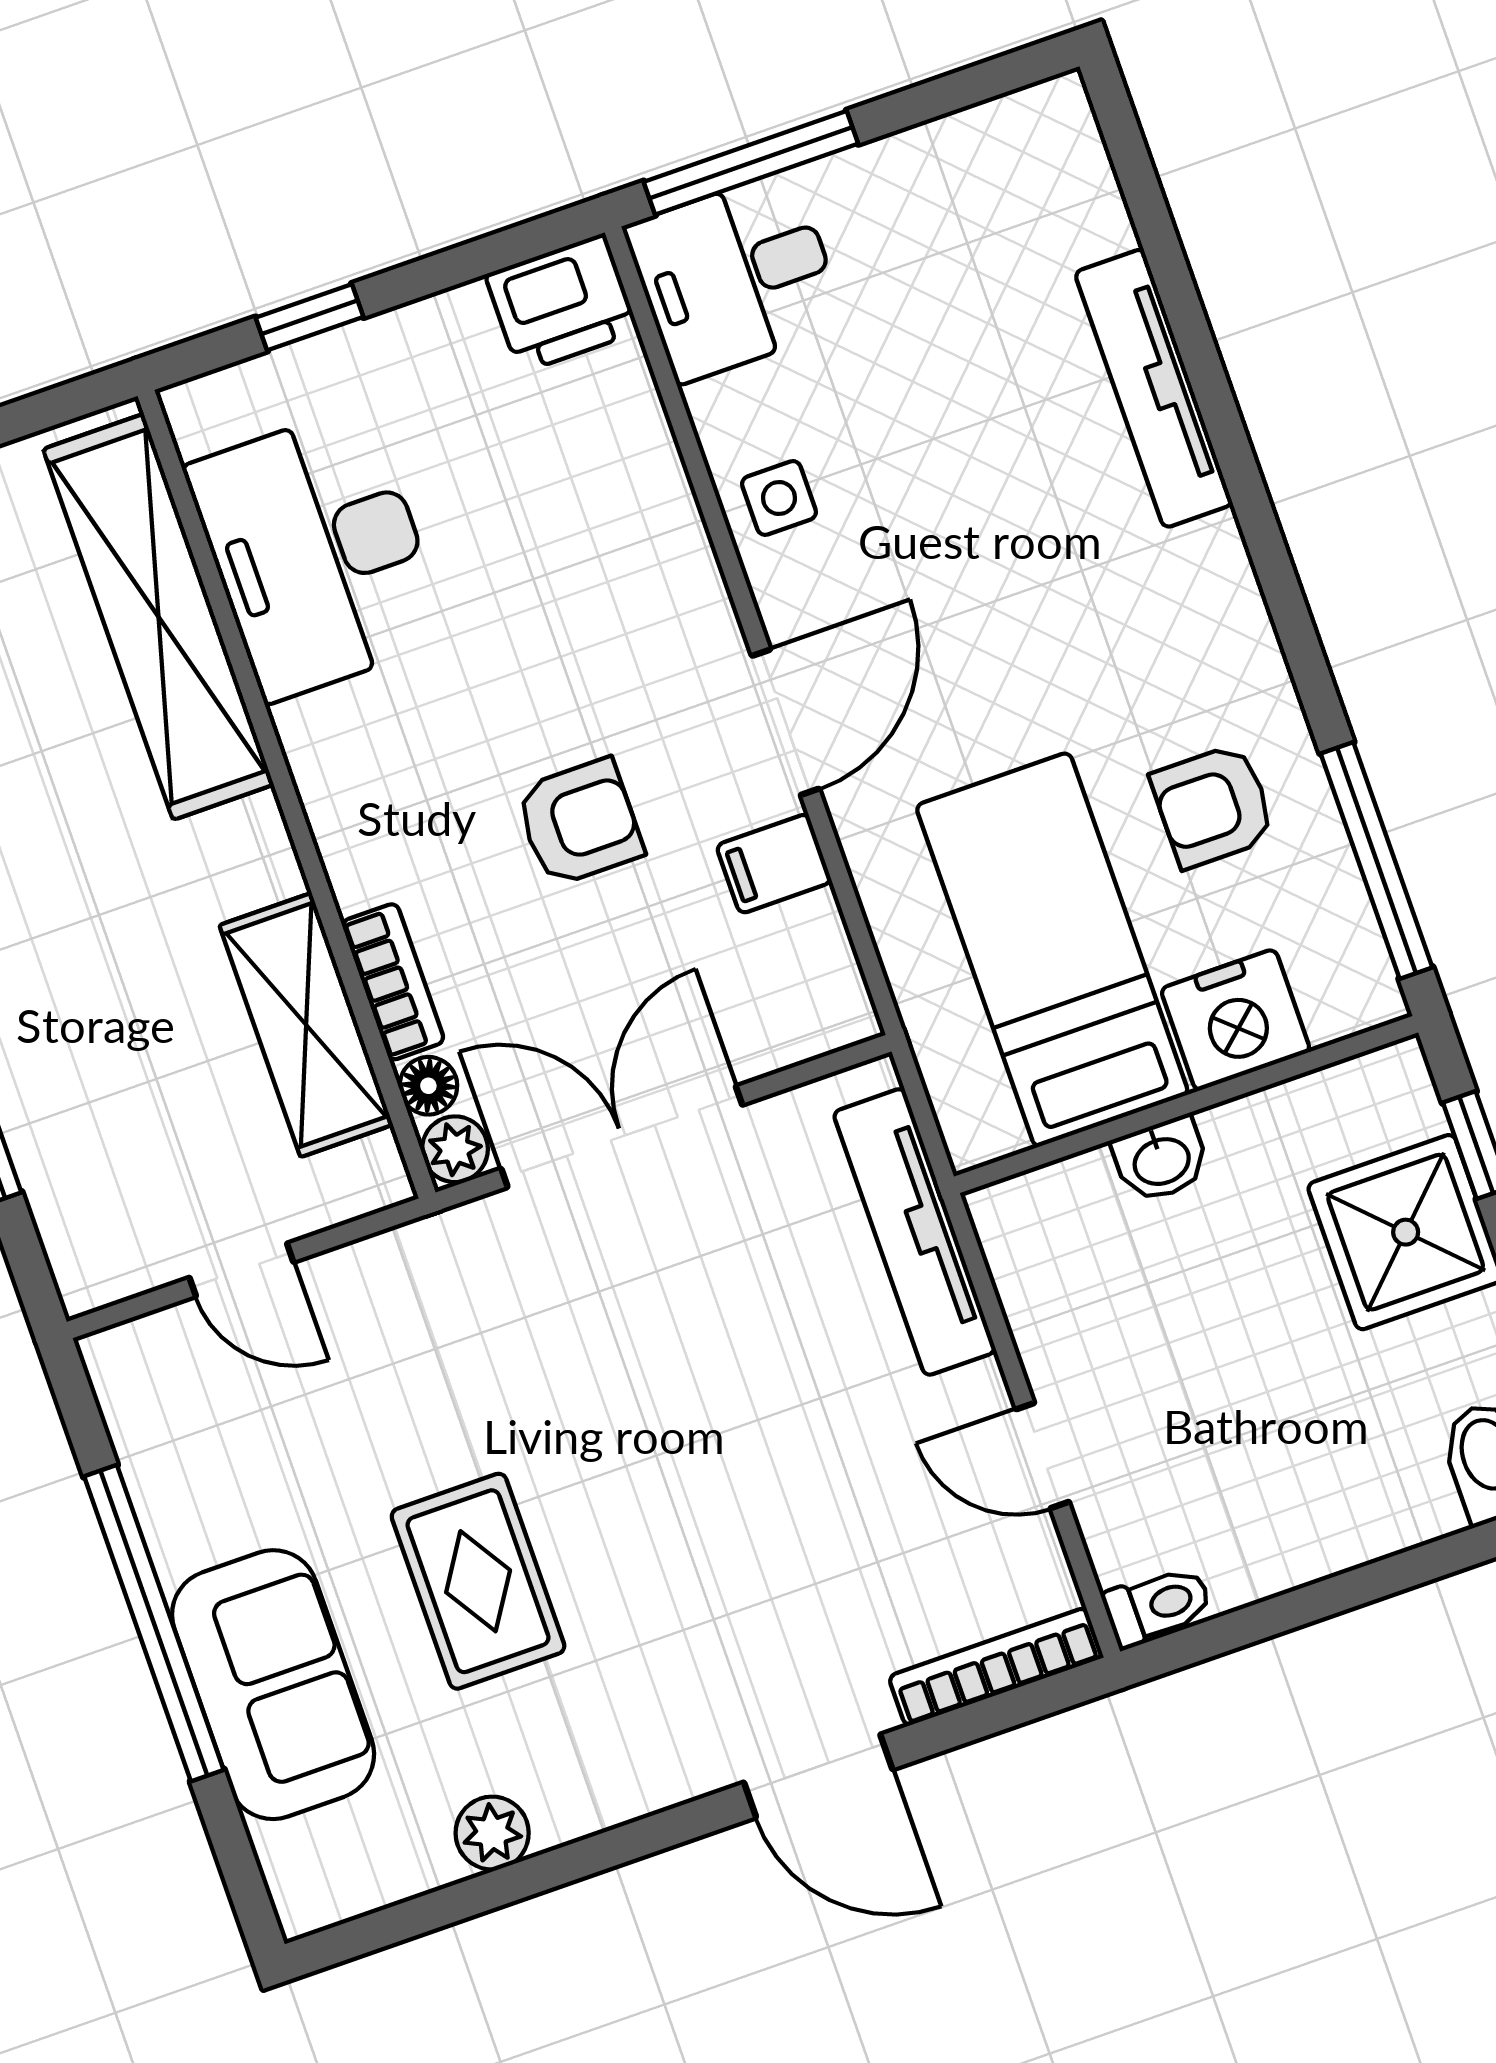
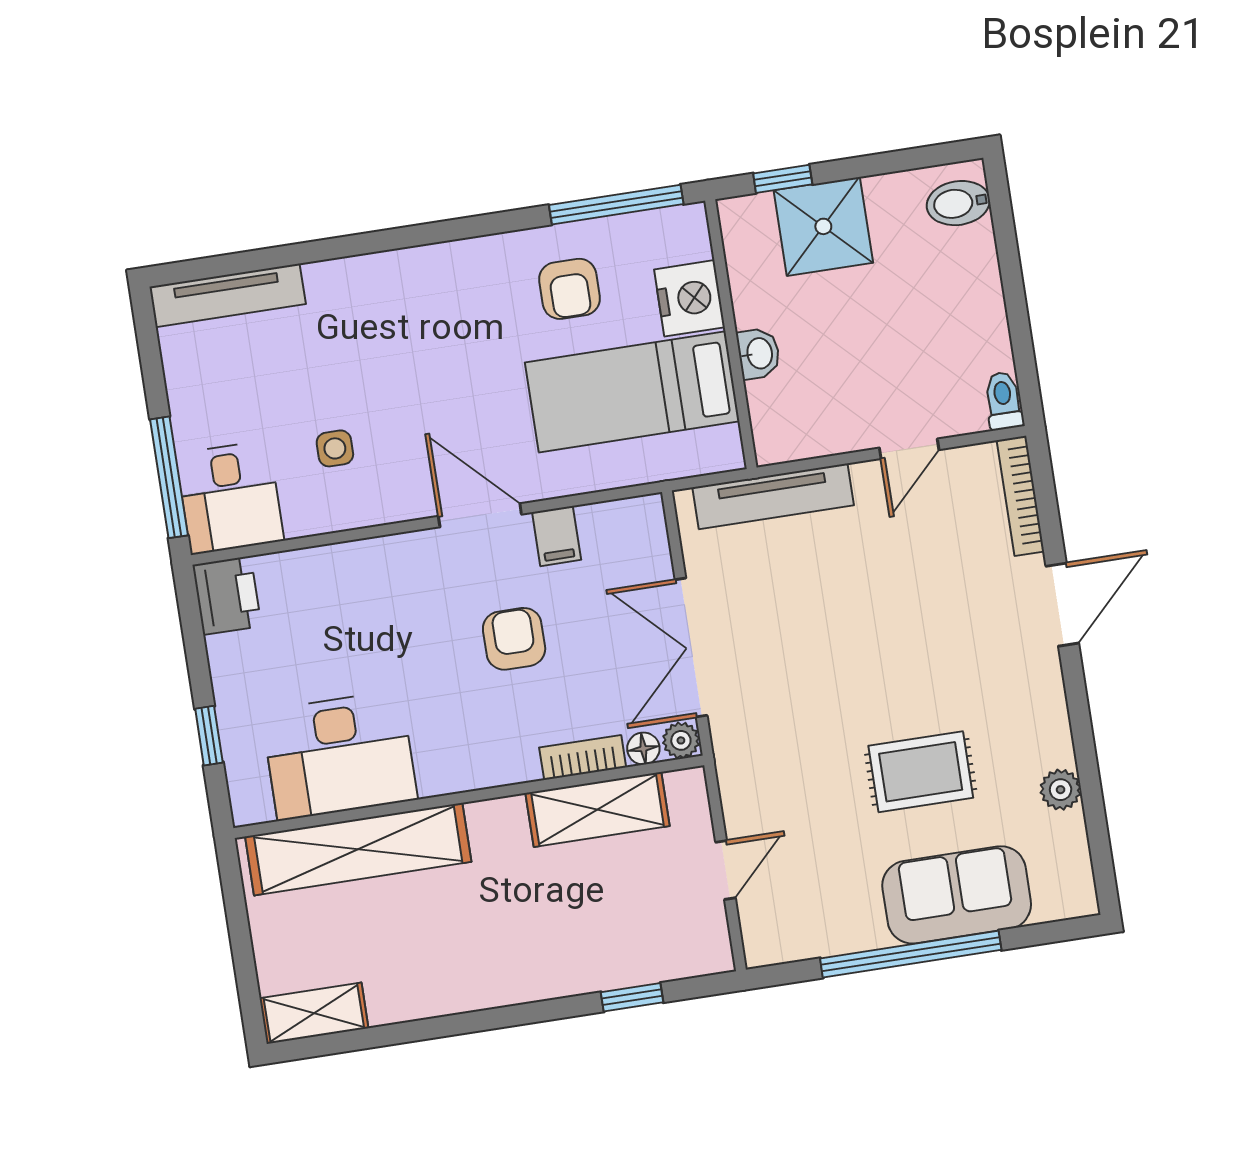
tv unit: (1154, 388) -> (228, 295), moved
side table: (779, 498) -> (335, 448), moved

